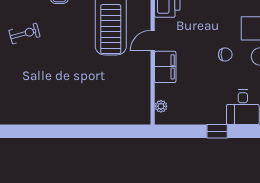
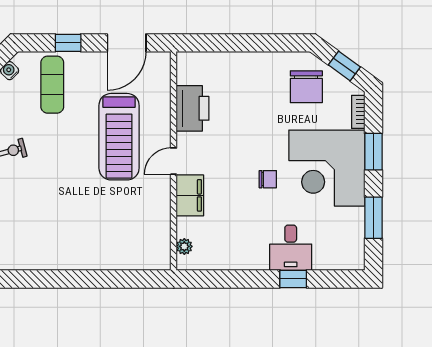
window: (217, 131) -> (293, 279), moved

